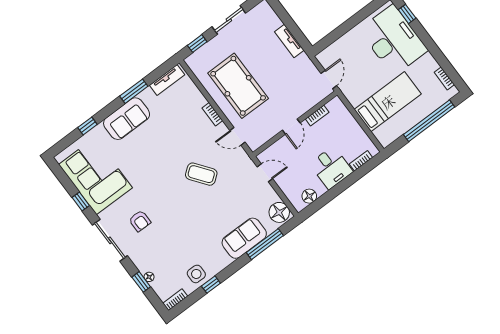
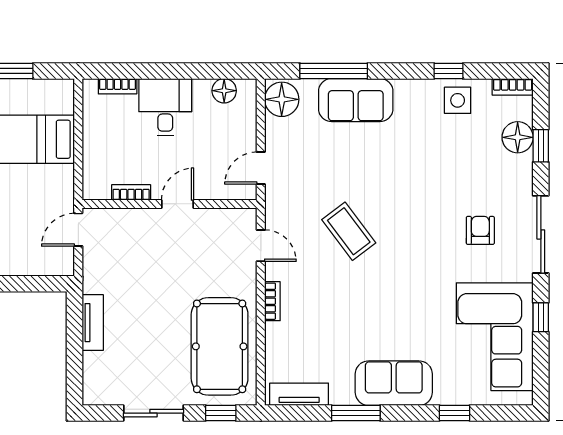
pool table: (238, 86) -> (220, 346), moved
door: (265, 173) -> (261, 168), hinge flipped
floor lamp: (149, 277) -> (518, 137), width x1.89, depth x1.89

